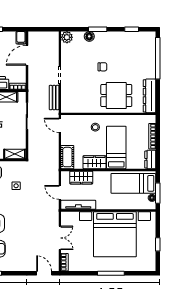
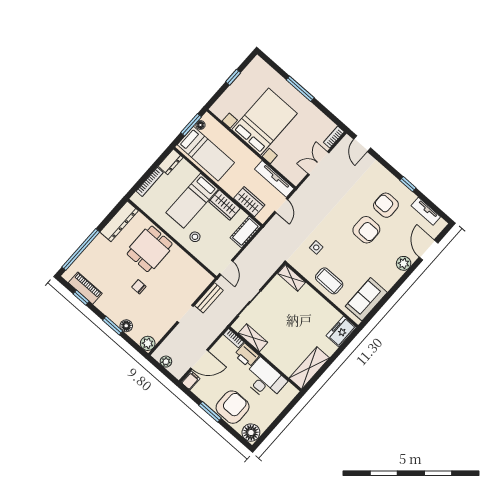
plant: (46, 36) -> (166, 362), added
piano: (134, 37) -> (85, 288), added
dining table: (116, 96) -> (150, 249), turned 90
bed with nightstands: (115, 234) -> (265, 122), width x0.73

